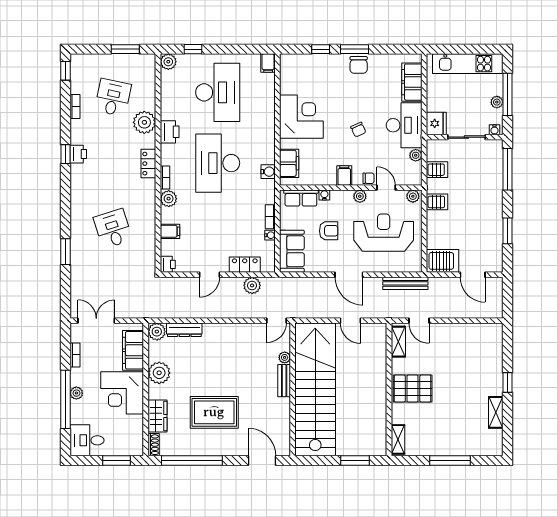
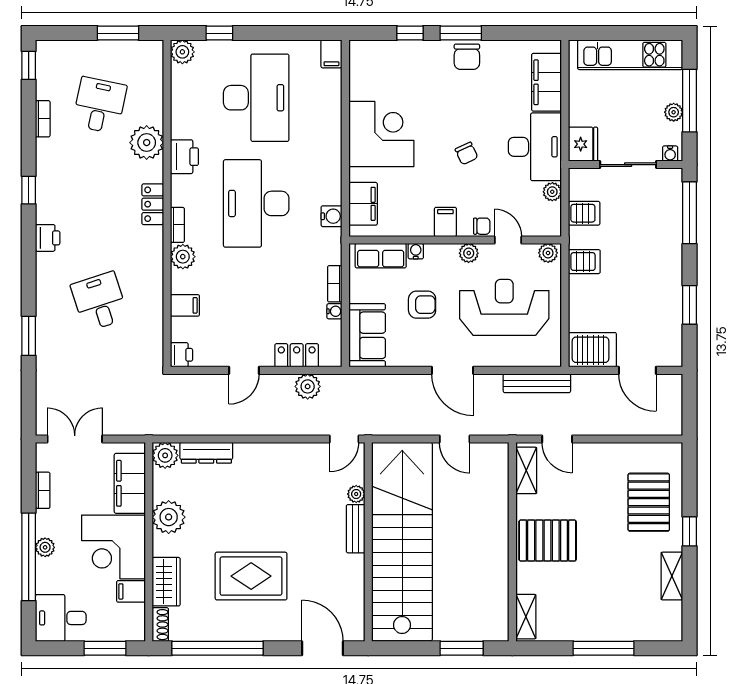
printer: (78, 154) -> (48, 238), moved
pallet: (480, 363) -> (649, 502), added
filing cabinet: (134, 423) -> (131, 591), added

